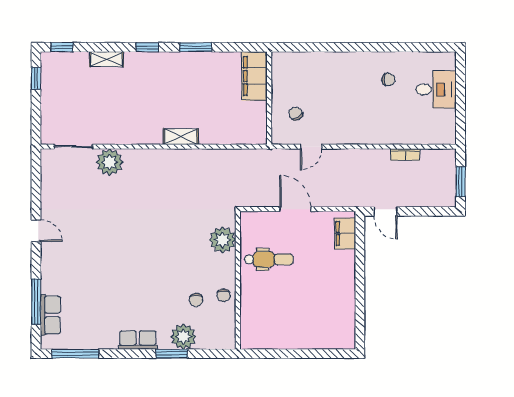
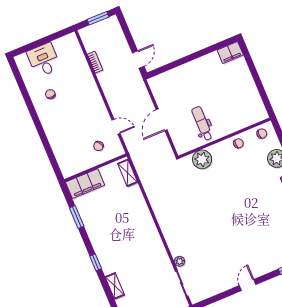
window: (196, 47) -> (77, 217), moved
shelving: (181, 137) -> (128, 173), moved
plant: (110, 162) -> (179, 261), width x0.53, depth x0.53
filing cabinet: (345, 233) -> (230, 52), moved
chair: (196, 300) -> (262, 134), moved

